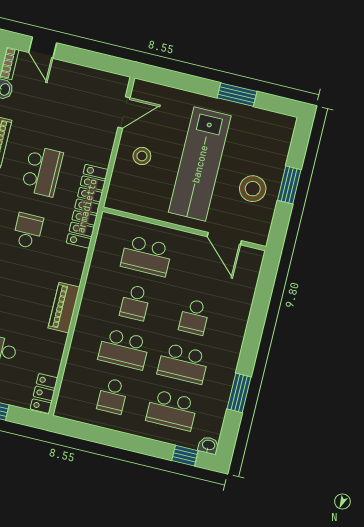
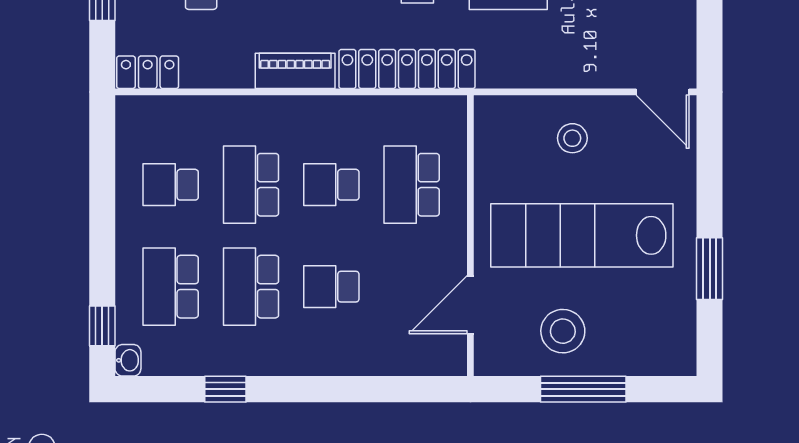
door: (124, 113) -> (663, 92), moved
window: (289, 185) -> (583, 389), width x1.44
locker: (87, 206) -> (407, 69), moved
window: (239, 393) -> (225, 389), width x0.67

